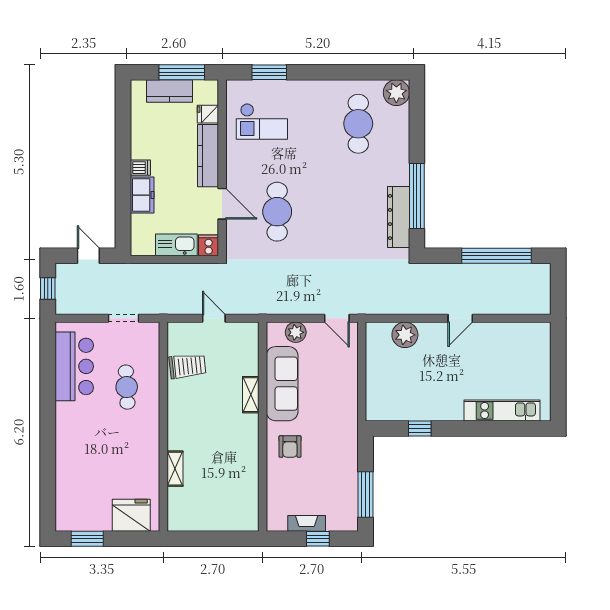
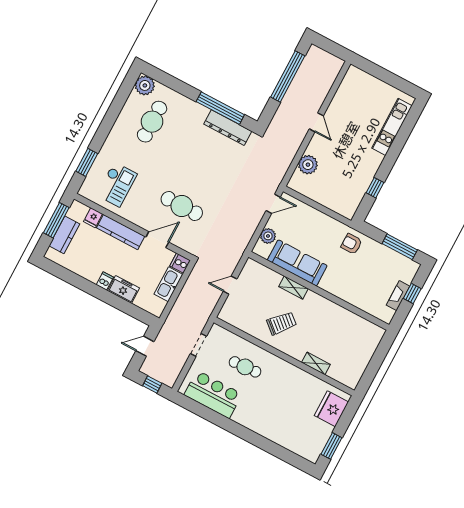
cafe table: (358, 124) -> (152, 122), turned 90
trolley: (187, 366) -> (282, 323), moved, turned 47
armchair: (290, 447) -> (352, 244), moved, turned 180

